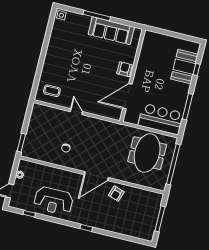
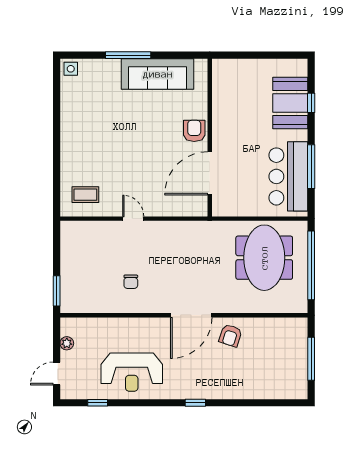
bar counter: (161, 119) -> (288, 176), moved, turned -90

